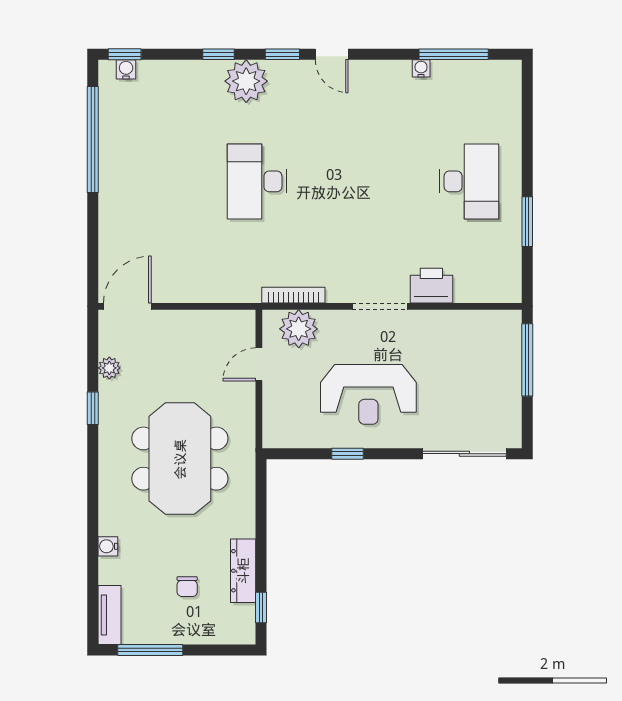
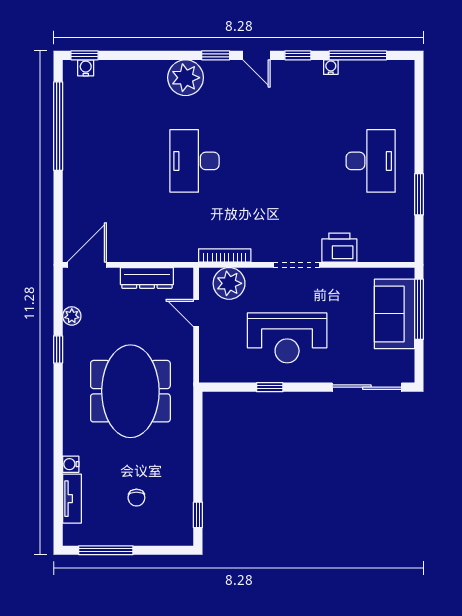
window: (218, 54) -> (298, 55), moved
door: (259, 364) -> (196, 313), hinge flipped
sofa: (498, 366) -> (394, 314), added
dresser: (243, 571) -> (147, 278), moved, turned -90
tv unit: (109, 615) -> (72, 499), moved

